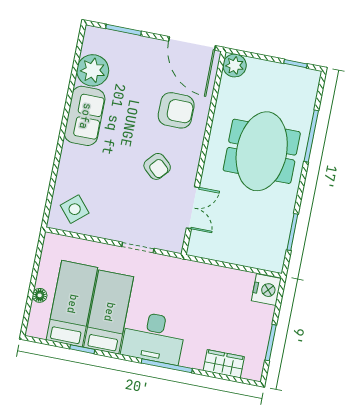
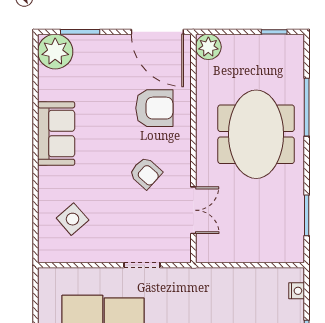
plant: (93, 70) -> (55, 52), moved
side table: (75, 209) -> (73, 219), moved
nightstand: (266, 290) -> (297, 291), width x0.53, depth x0.56

